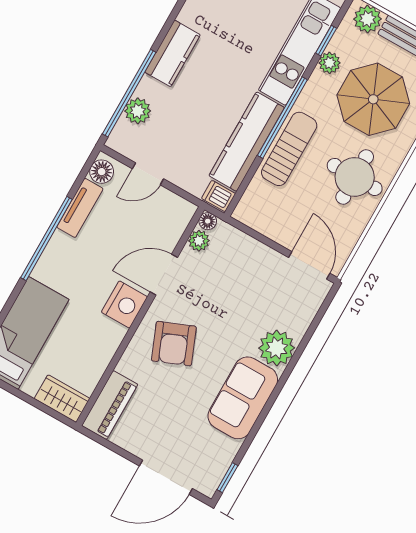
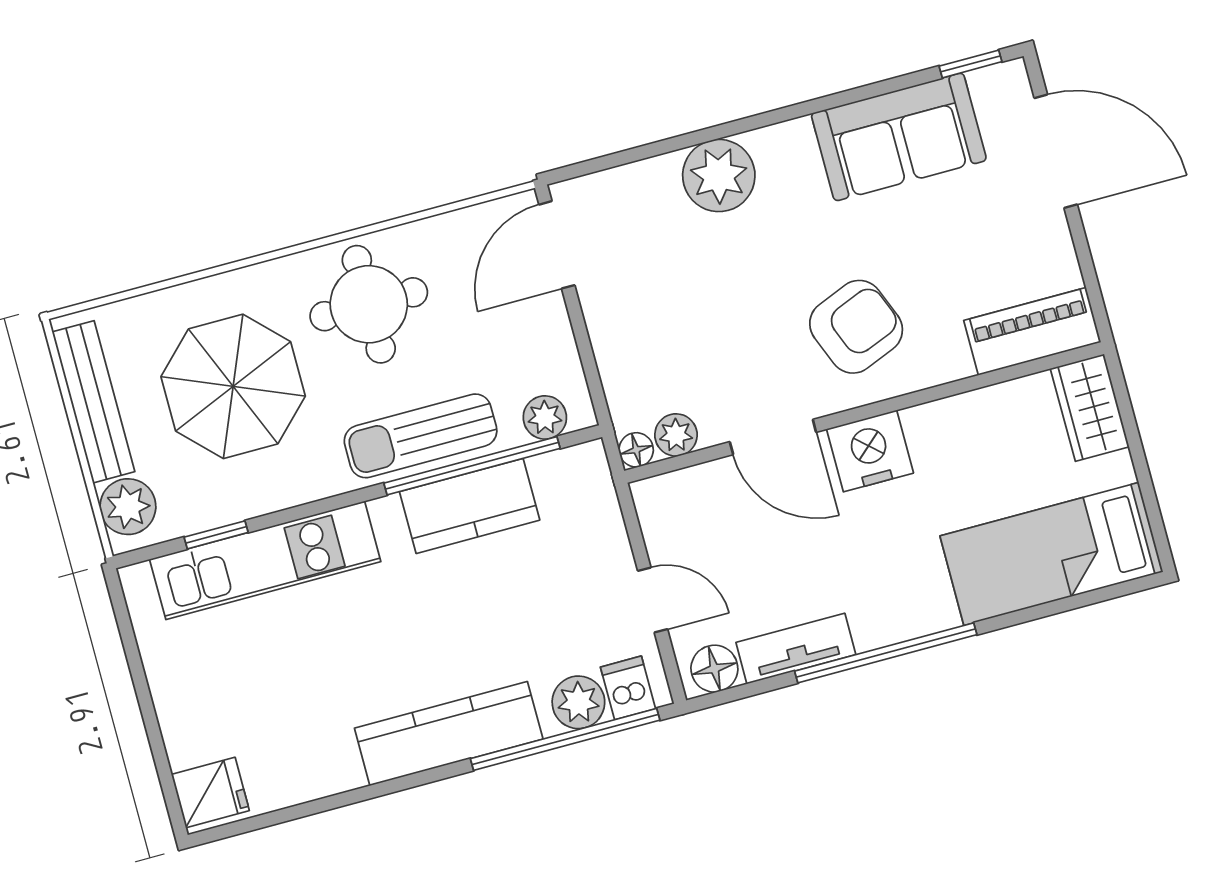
kitchen counter: (173, 53) -> (449, 734), width x1.50
plant: (330, 63) -> (545, 417), moved
window: (282, 118) -> (472, 466), moved
kitchen counter: (247, 142) -> (470, 506), width x0.67
dishwasher: (219, 196) -> (628, 688), moved, turned 180
sofa: (243, 398) -> (899, 137), moved

